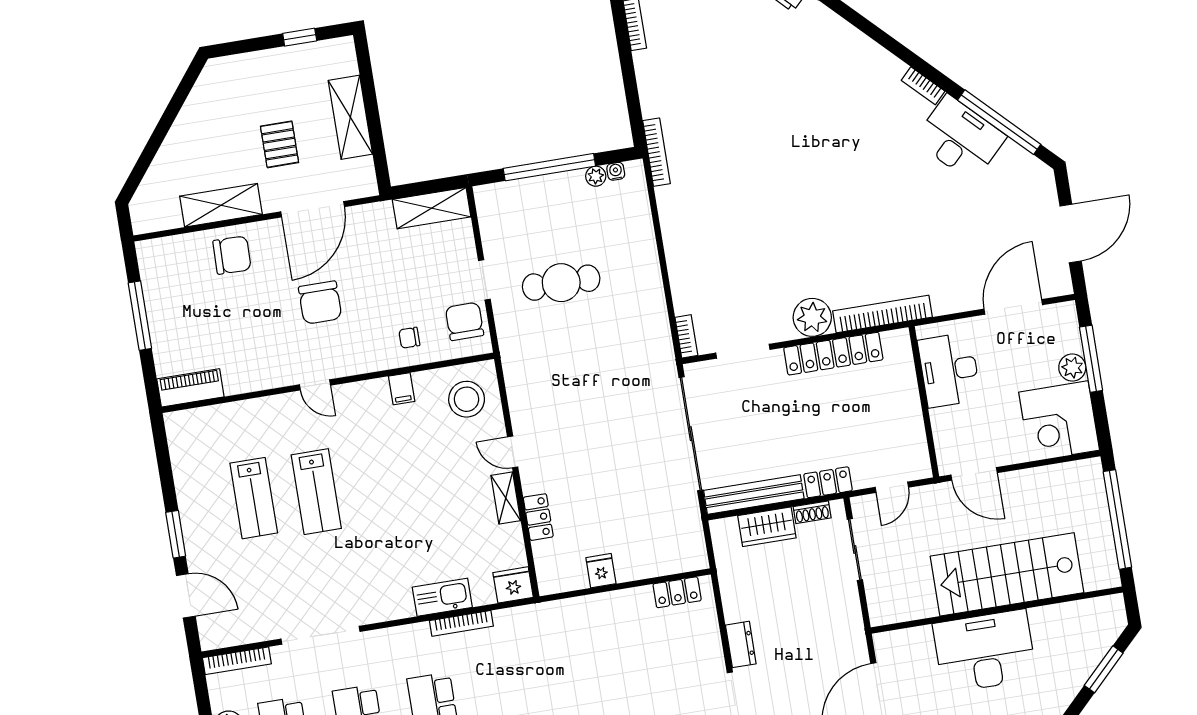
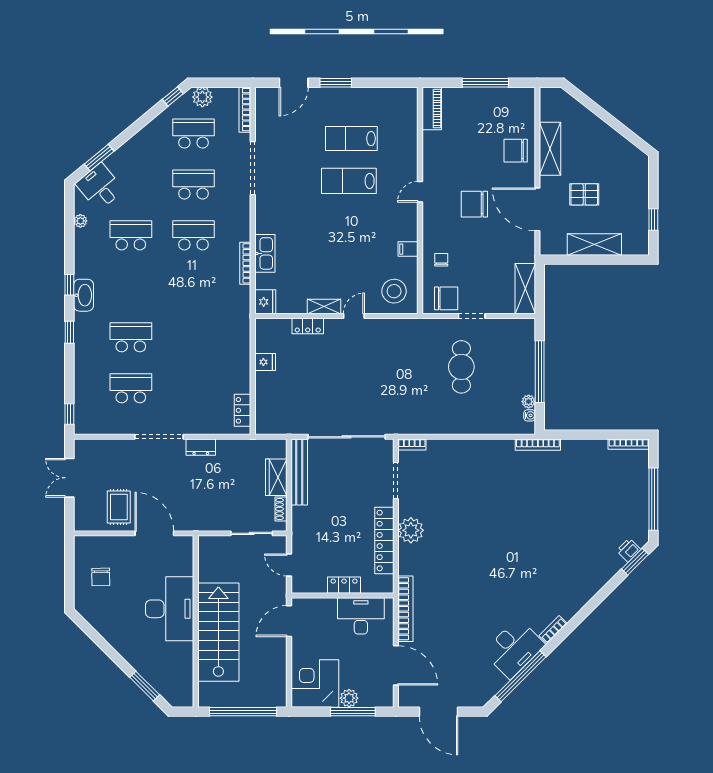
chair: (232, 255) -> (516, 151), turned 89
bookcase: (883, 314) -> (405, 609), moved
locker: (828, 482) -> (344, 585), moved, turned -90

